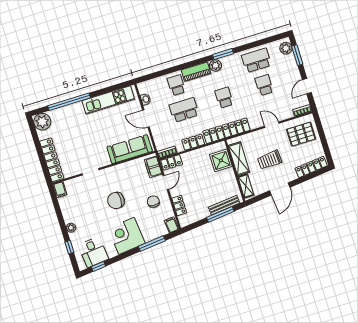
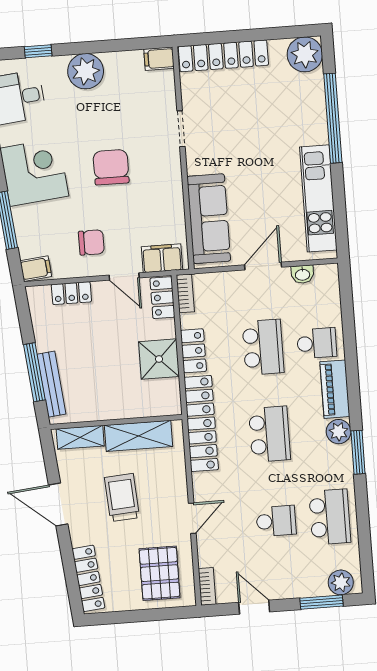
school desk: (224, 97) -> (270, 434), width x1.85
shower: (221, 160) -> (159, 359), moved
plant: (71, 228) -> (86, 71), width x1.88, depth x1.88

